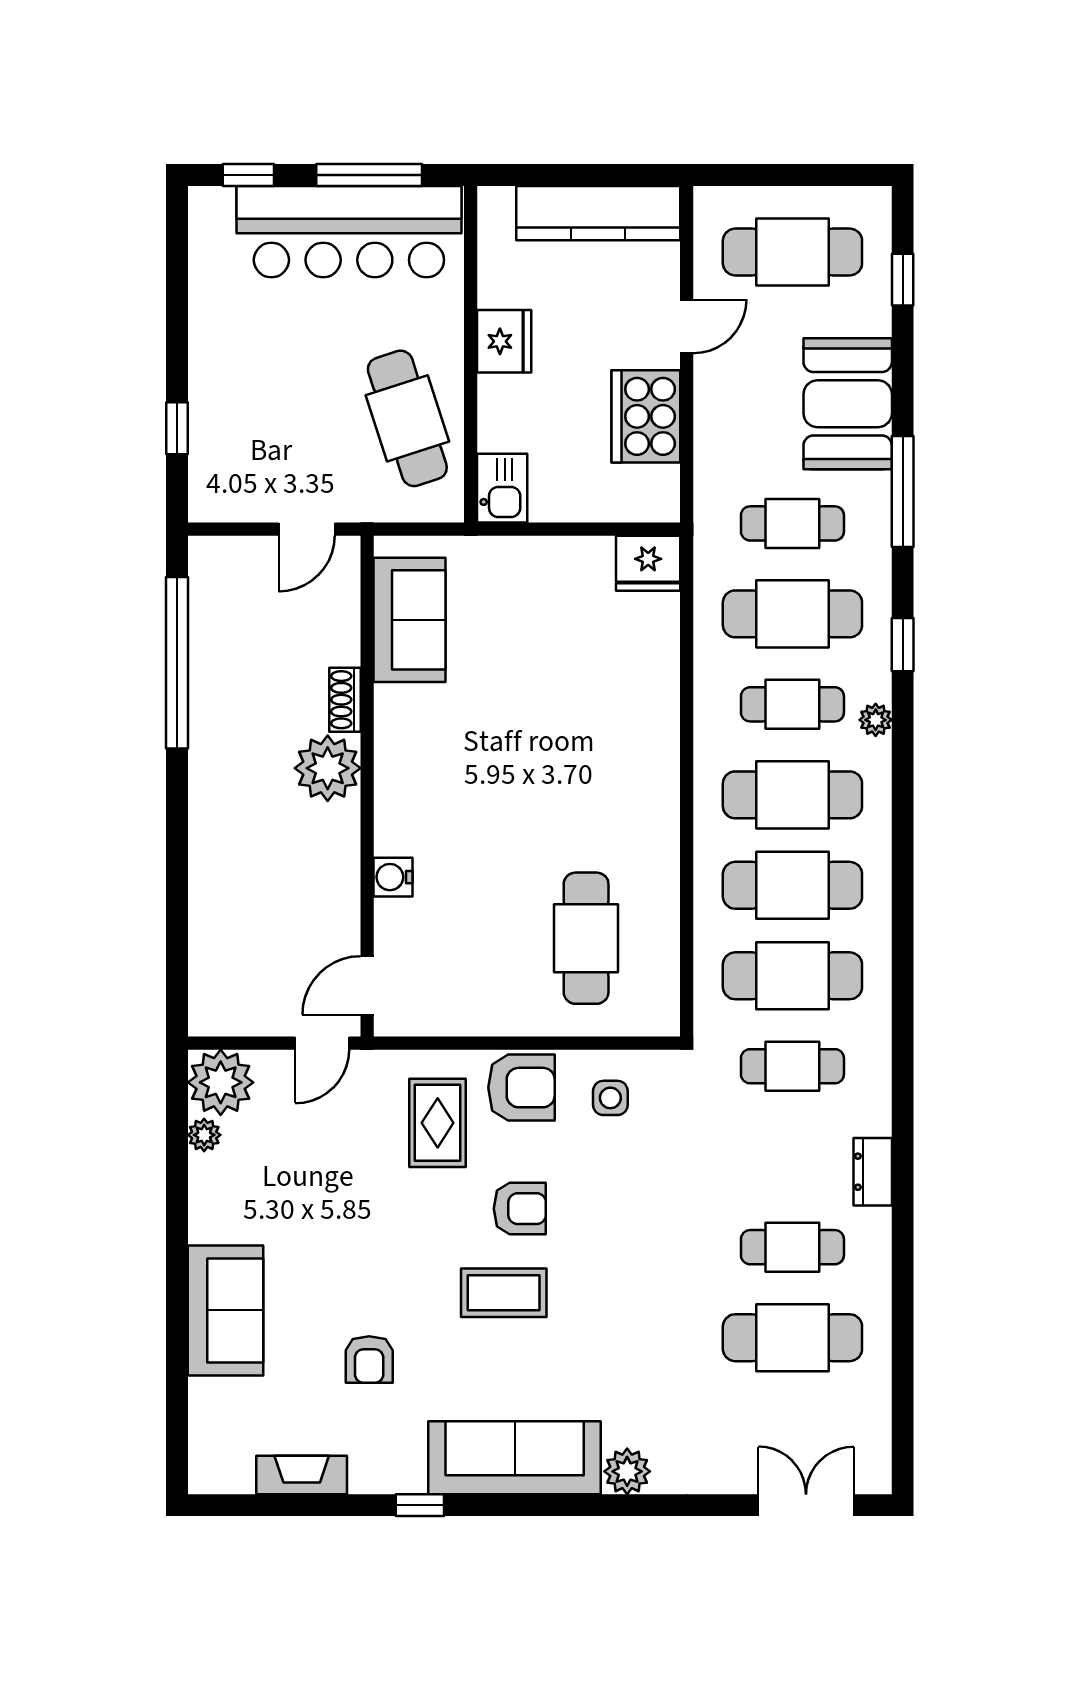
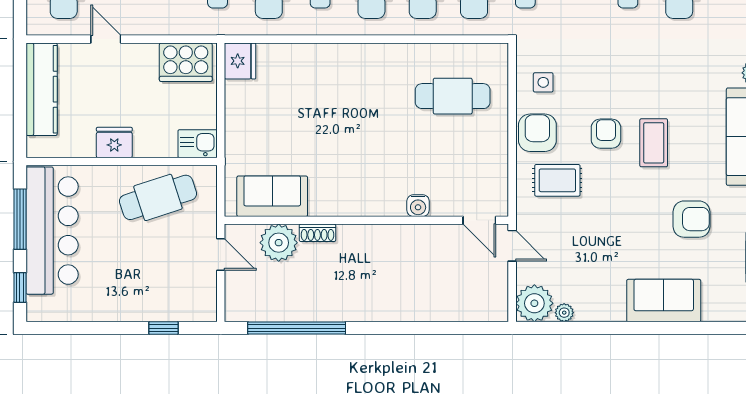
cooker: (646, 416) -> (186, 62), moved
plant: (328, 768) -> (279, 243), moved
armchair: (369, 1359) -> (692, 219), width x1.38, depth x1.38

